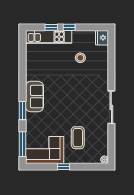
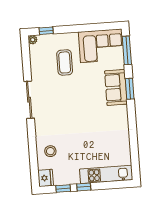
window: (51, 27) -> (63, 188), moved
stool: (80, 58) -> (50, 151), moved
sofa: (34, 97) -> (116, 87), moved
window: (63, 167) -> (46, 31), moved

